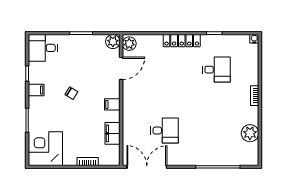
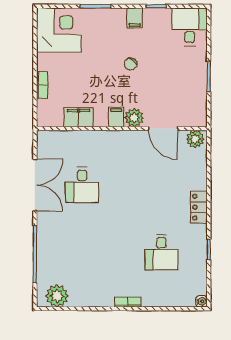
locker: (182, 41) -> (199, 207), width x0.66
plant: (113, 42) -> (134, 118), moved
plant: (250, 133) -> (57, 296), moved
double door: (147, 167) -> (35, 185), moved

